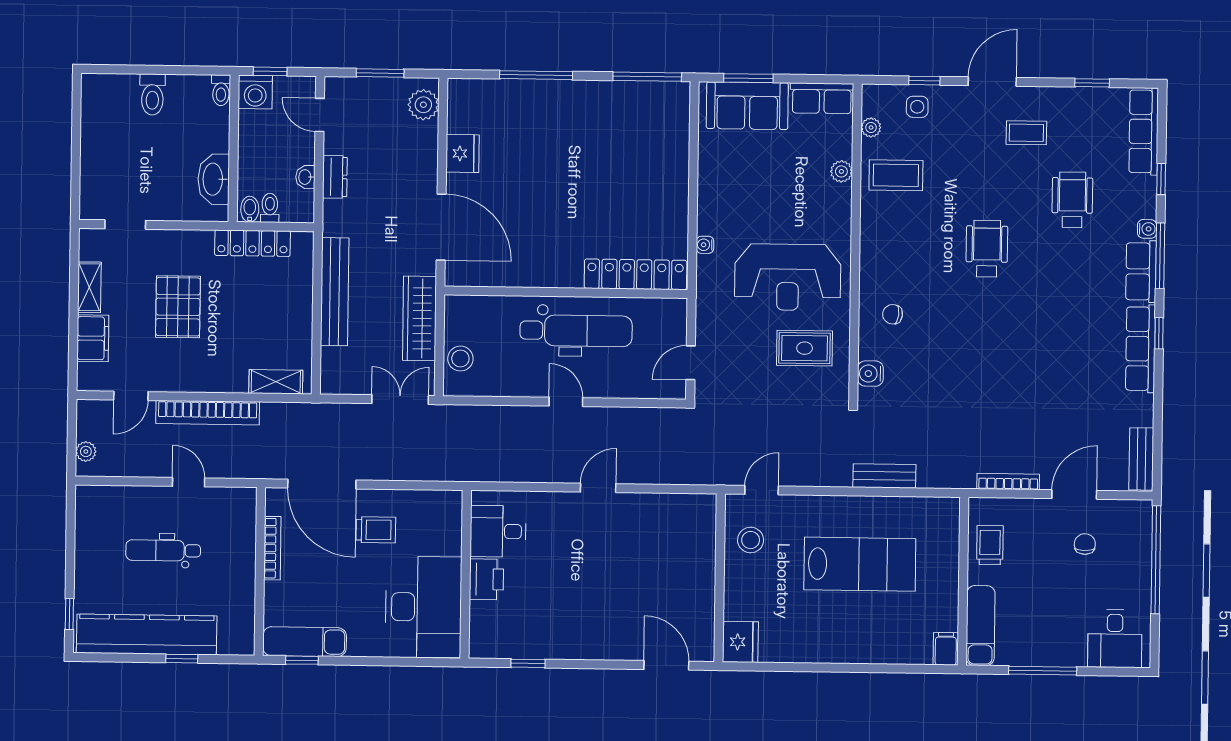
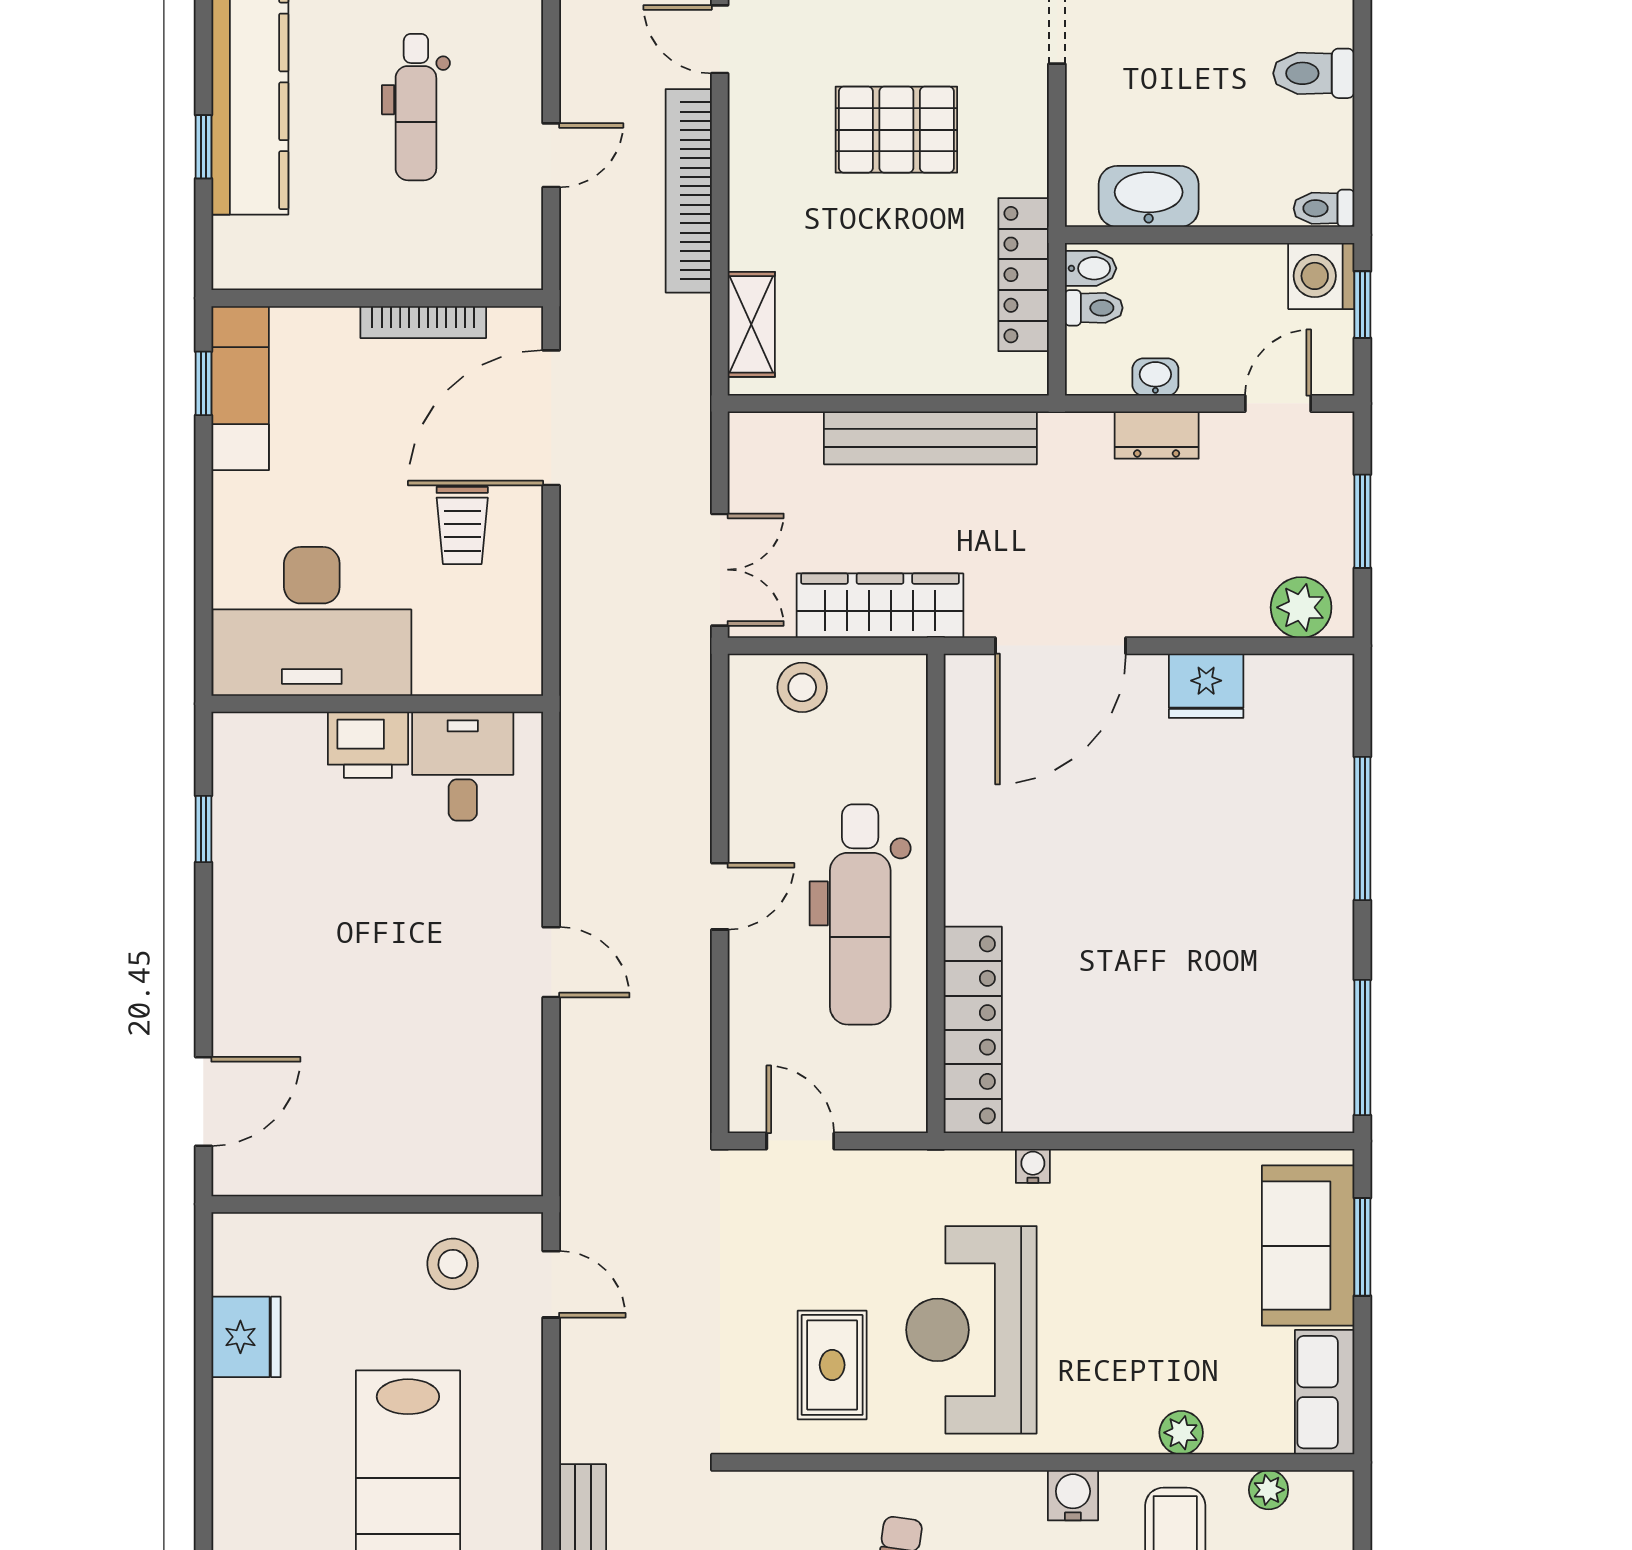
water cooler: (870, 374) -> (1073, 1495), moved
dental chair: (163, 550) -> (416, 107), turned 180
fridge: (740, 642) -> (246, 1337), moved, turned -90

